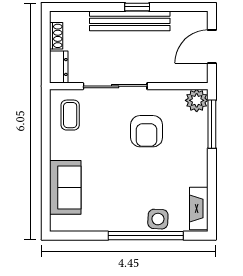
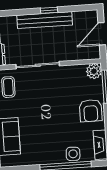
armchair: (147, 131) -> (91, 111), moved

